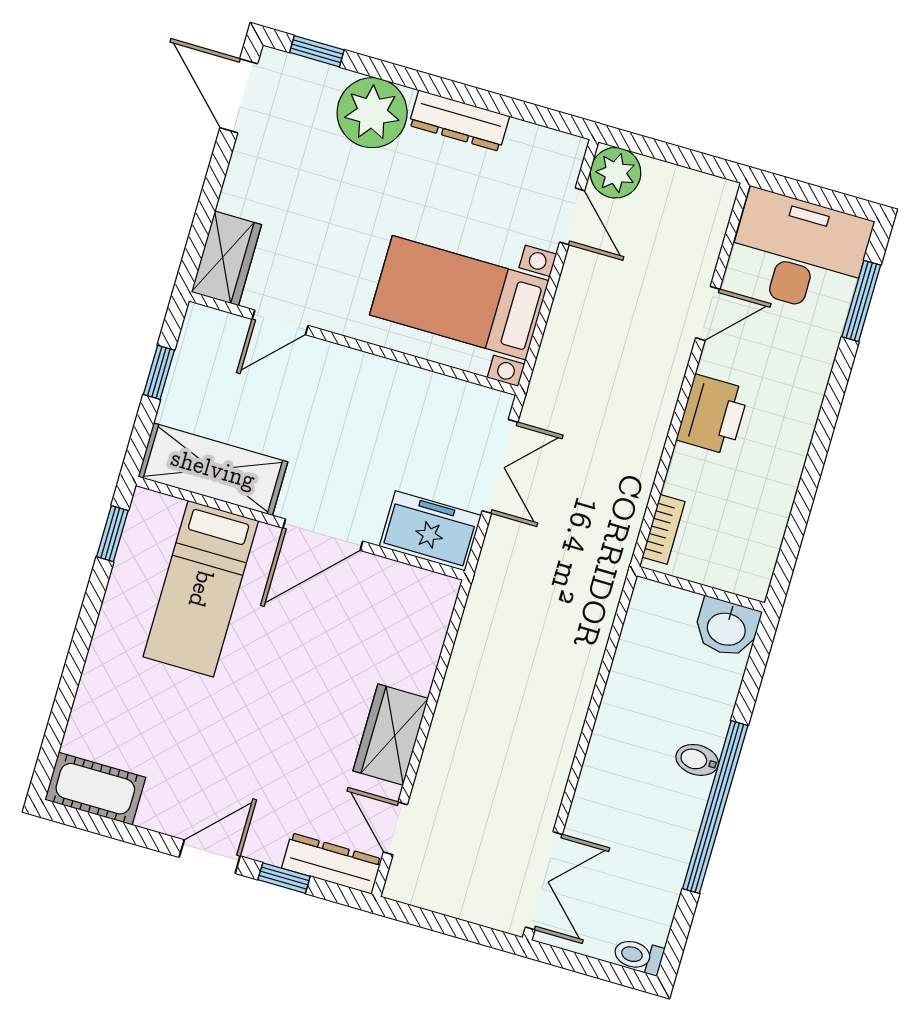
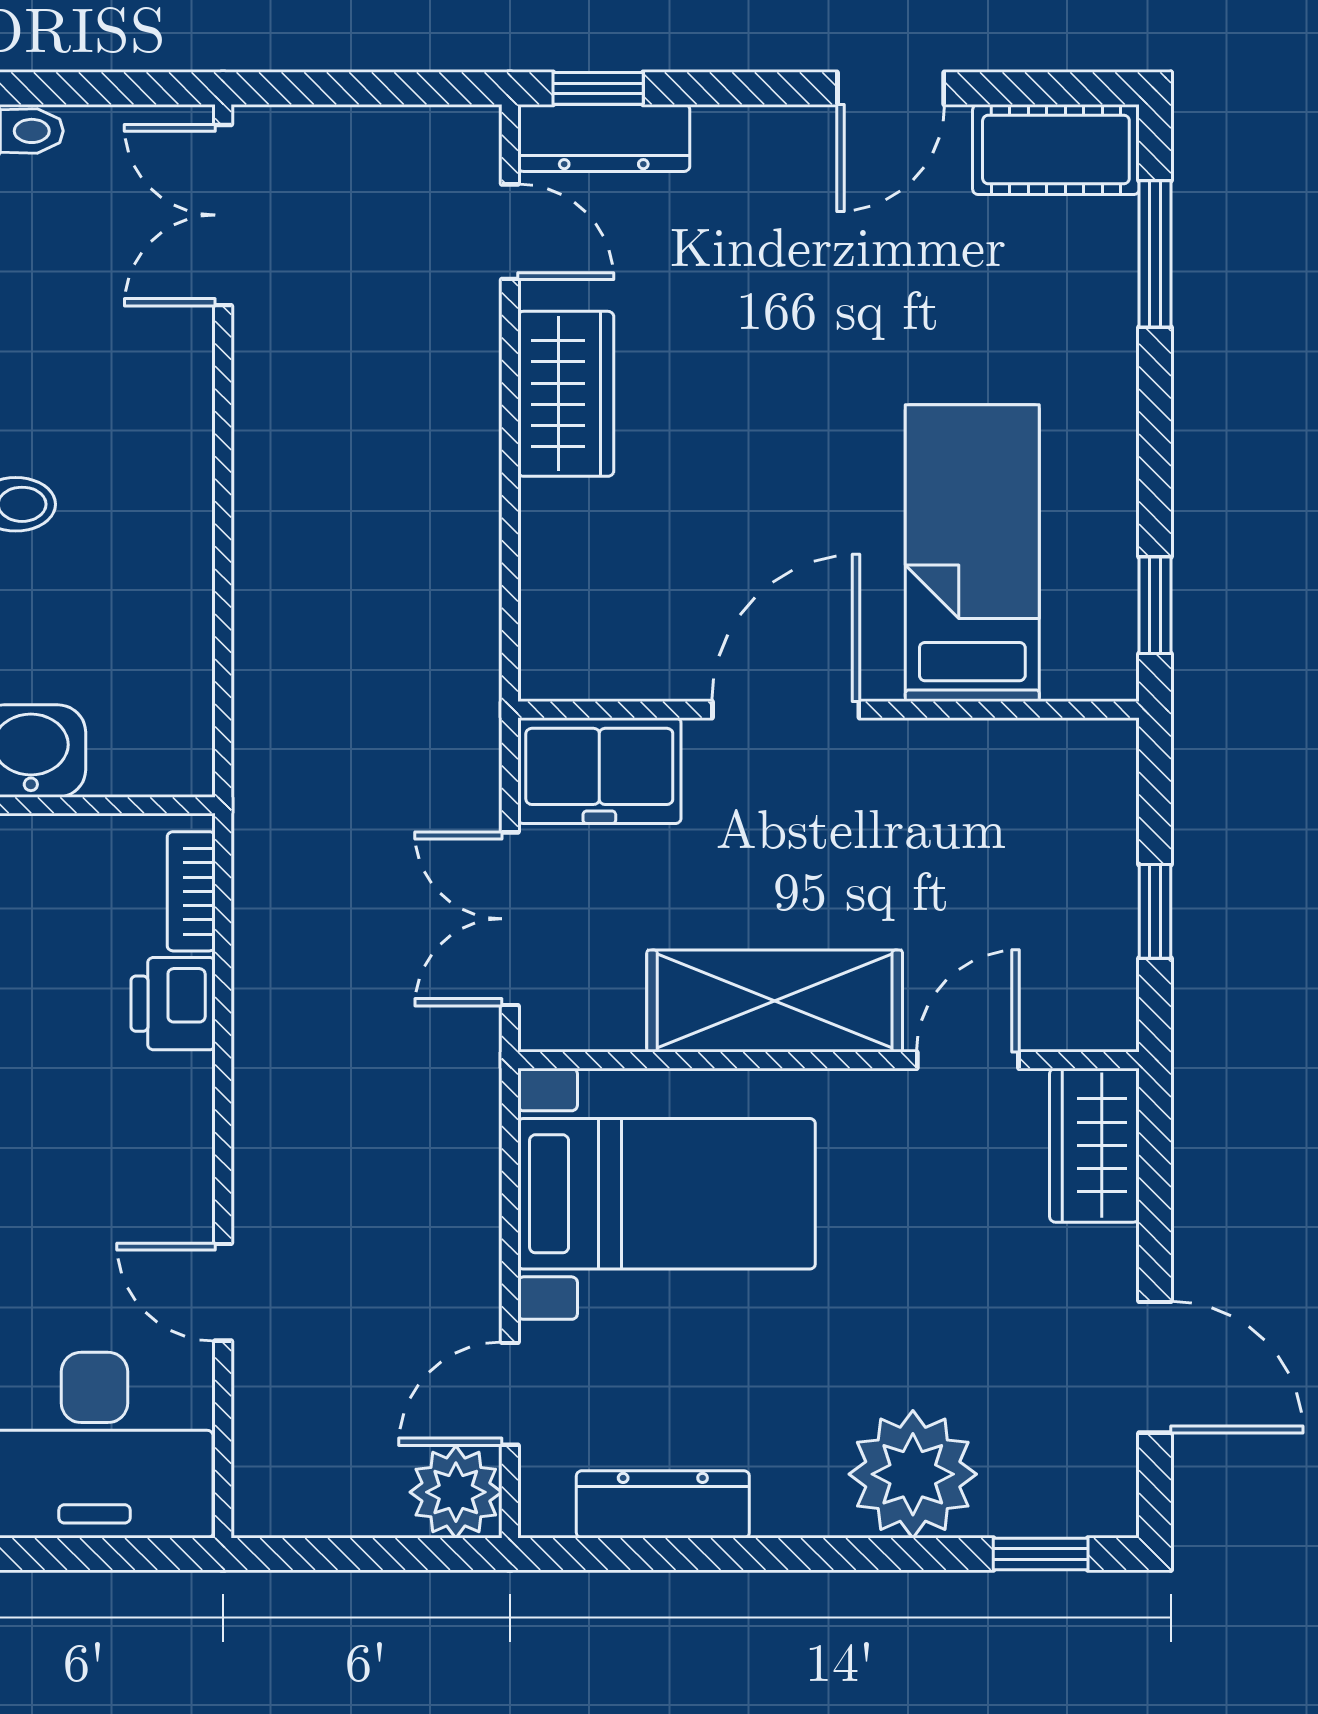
door: (239, 96) -> (1155, 1367), moved
dresser: (459, 121) -> (663, 1504), moved
door: (572, 216) -> (510, 1394), hinge flipped
door: (708, 313) -> (223, 1292), hinge flipped
printer: (713, 415) -> (173, 1004), moved, width x0.73, depth x0.81
shelving: (213, 469) -> (775, 1001), moved
window: (59, 719) -> (1155, 254), added
door: (210, 857) -> (891, 88), moved
window: (284, 878) -> (598, 88), moved

